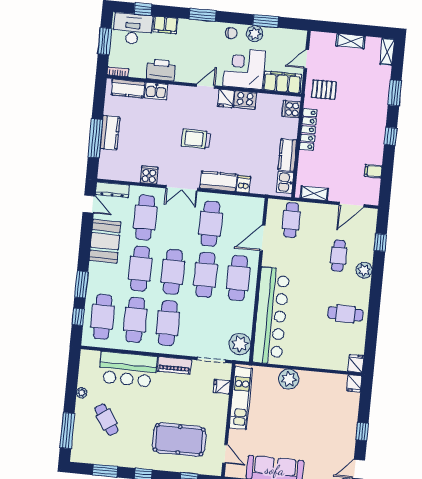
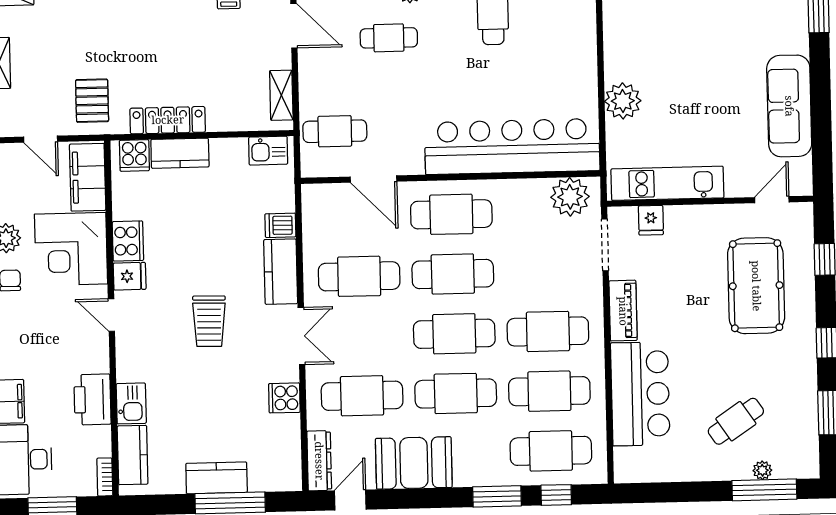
kitchen counter: (287, 155) -> (180, 153), moved
plant: (82, 393) -> (762, 470), moved

